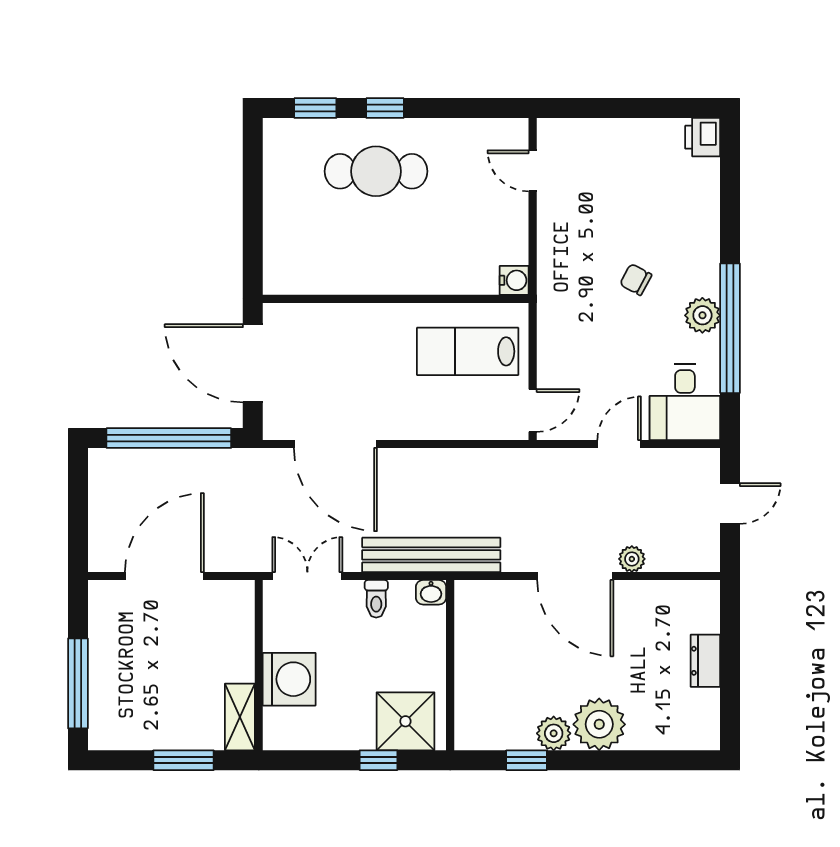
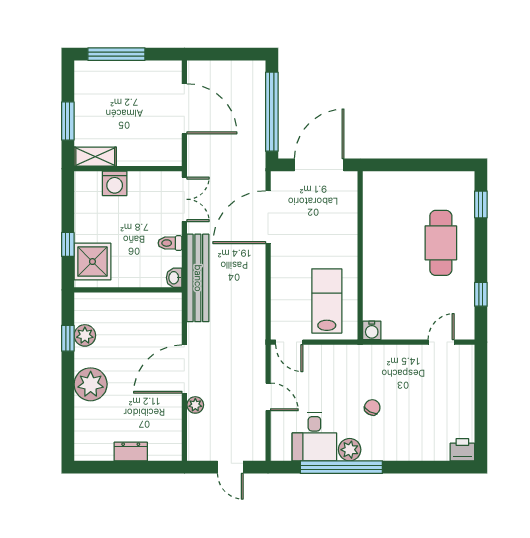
window: (385, 108) -> (481, 294), moved
desk: (685, 402) -> (314, 437), moved, turned -90
washing machine: (289, 679) -> (115, 183), width x0.73, depth x0.73
plant: (554, 733) -> (85, 335), moved

